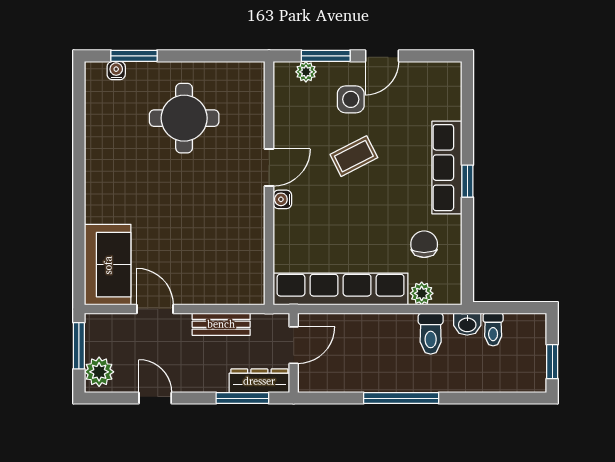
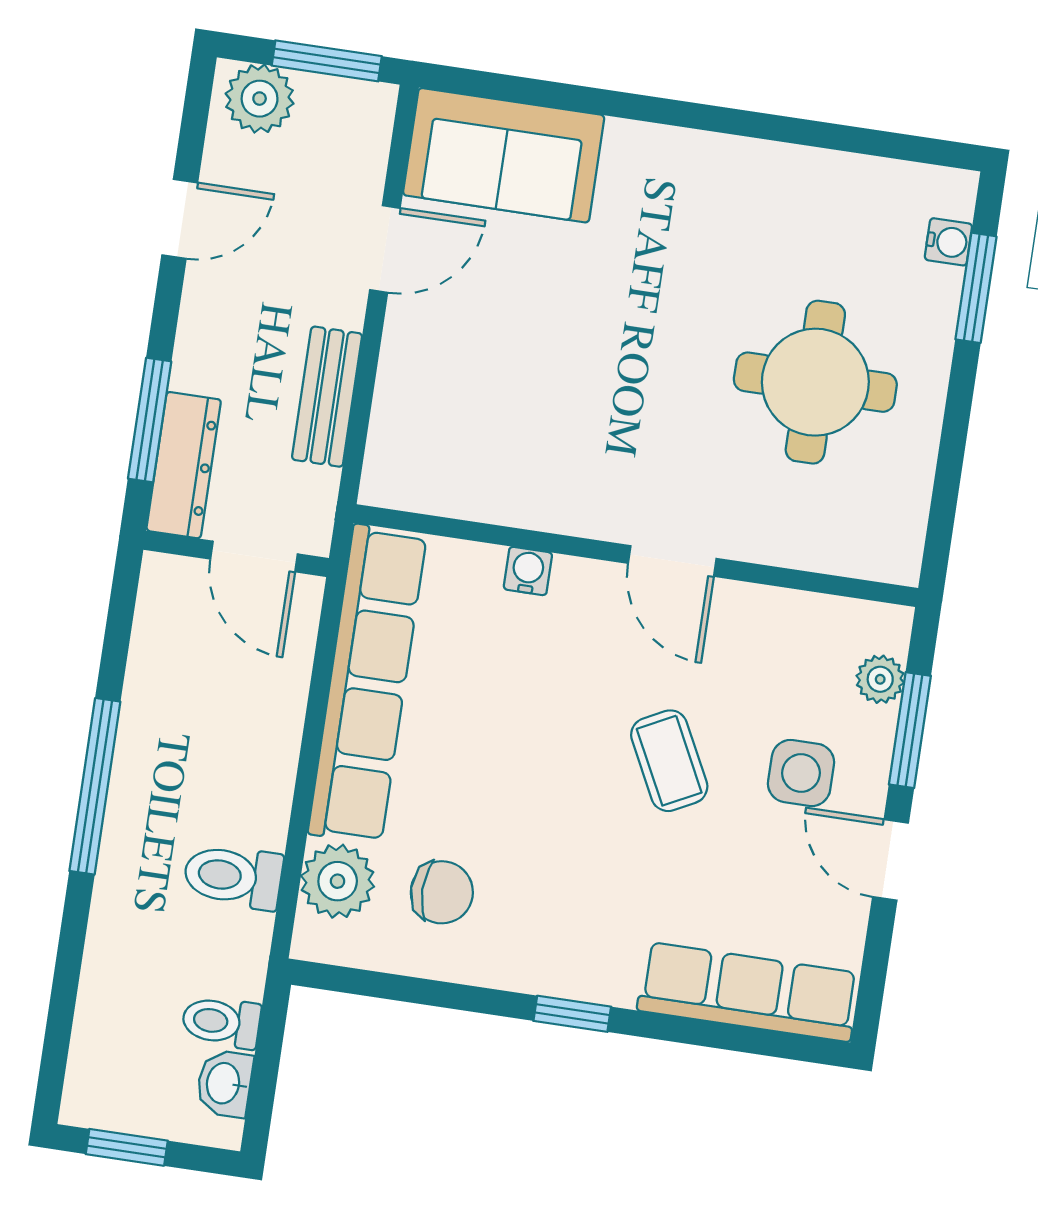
row of seats: (447, 168) -> (748, 992), moved
water cooler: (282, 199) -> (528, 571), moved
plant: (422, 293) -> (338, 881), width x1.38, depth x1.38
washbasin: (467, 324) -> (225, 1083), moved

